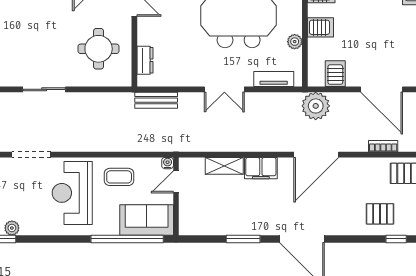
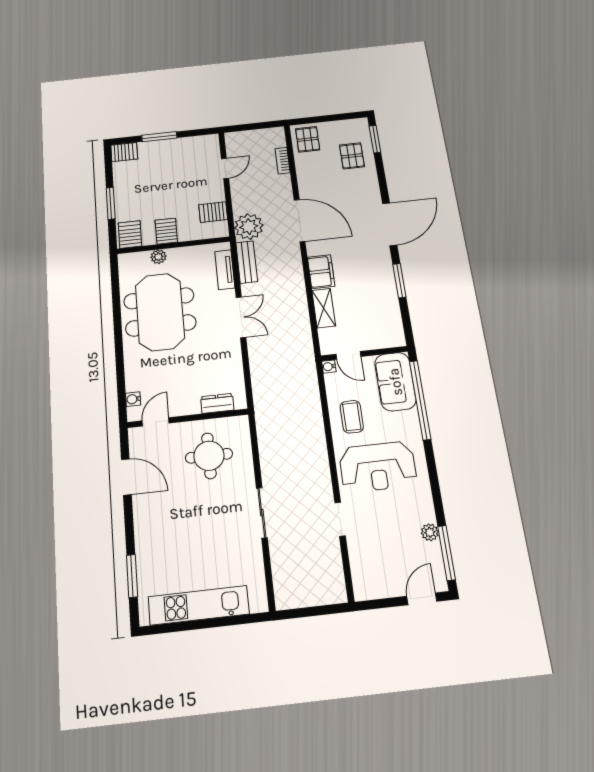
plant: (295, 42) -> (158, 257), moved
door: (382, 89) -> (225, 168), width x0.53
bench: (156, 100) -> (247, 262), moved
doorway: (31, 155) -> (340, 519), width x0.73
window: (396, 239) -> (375, 139), width x1.50

